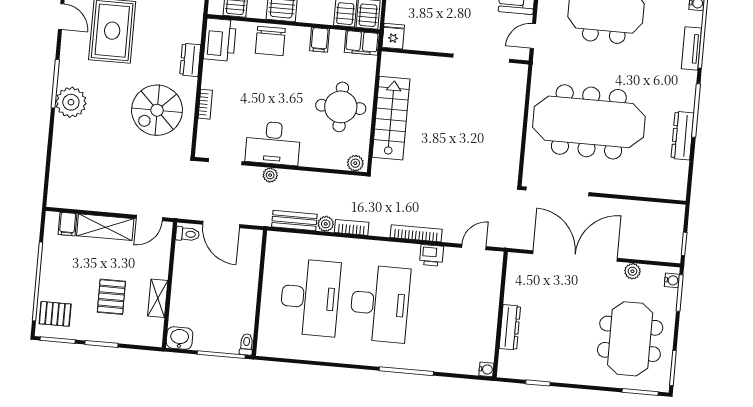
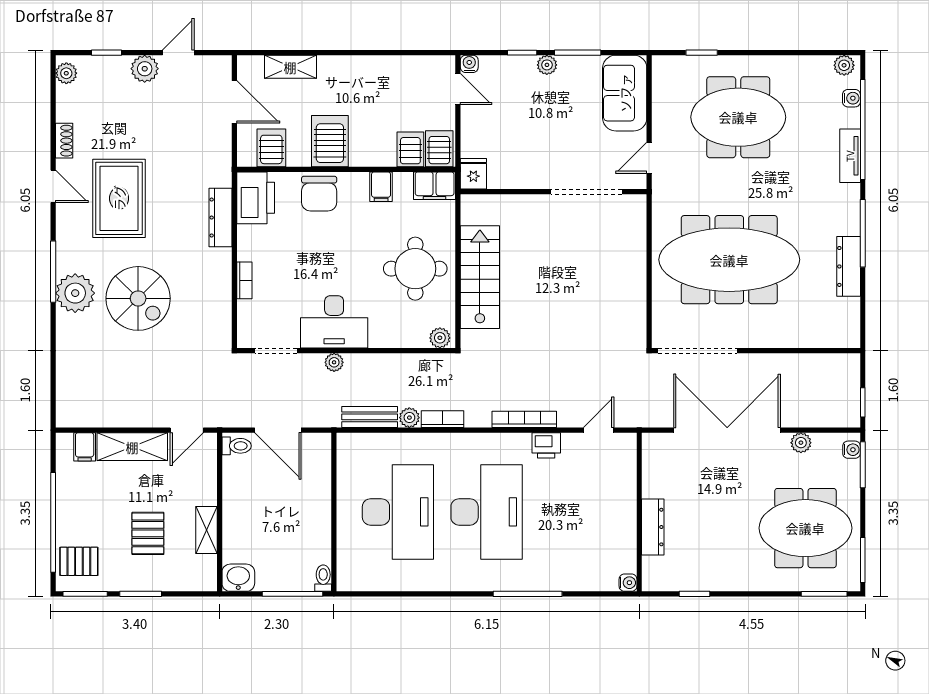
dresser: (190, 60) -> (221, 218), width x1.44
spiral stairs: (157, 110) -> (138, 298), moved, turned -90
meeting table: (630, 339) -> (805, 528), turned 90

